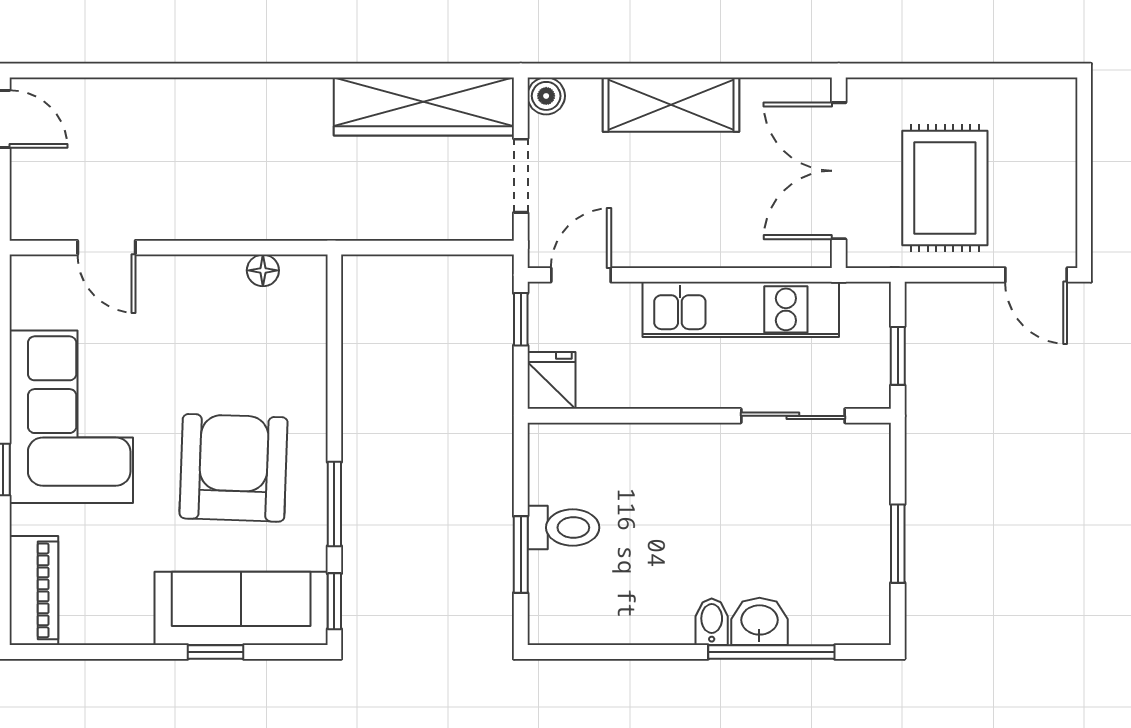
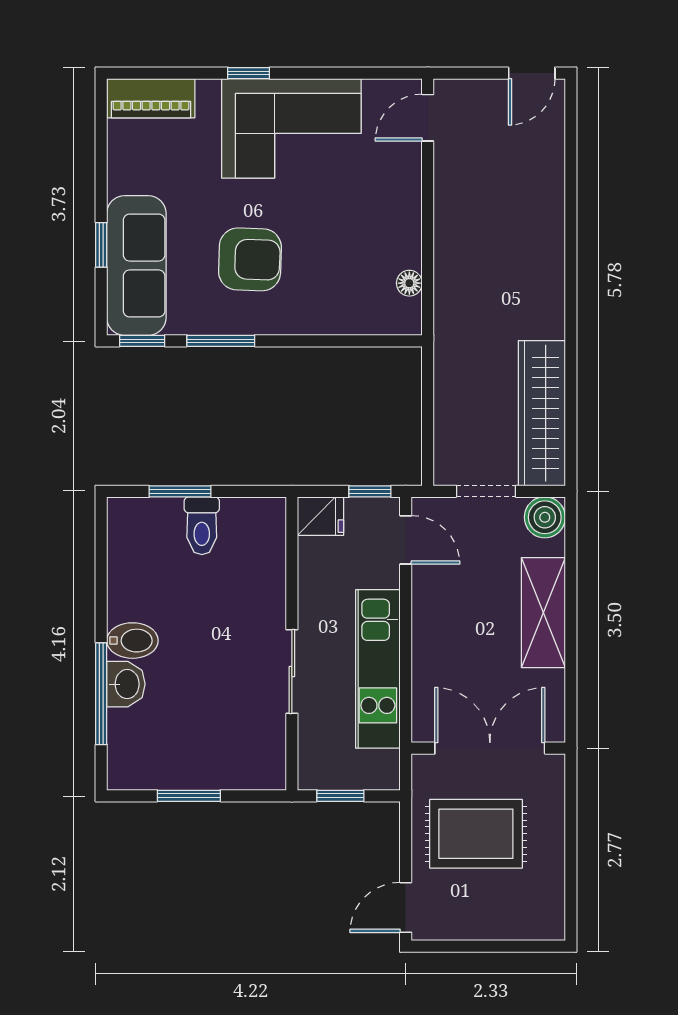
boiler: (546, 96) -> (545, 517), width x1.36, depth x1.36
door: (106, 248) -> (428, 118), moved
sliding door: (793, 416) -> (292, 672), moved
armchair: (234, 468) -> (250, 259), width x0.73, depth x0.73
bidet: (712, 622) -> (132, 641), width x1.38, depth x1.36

